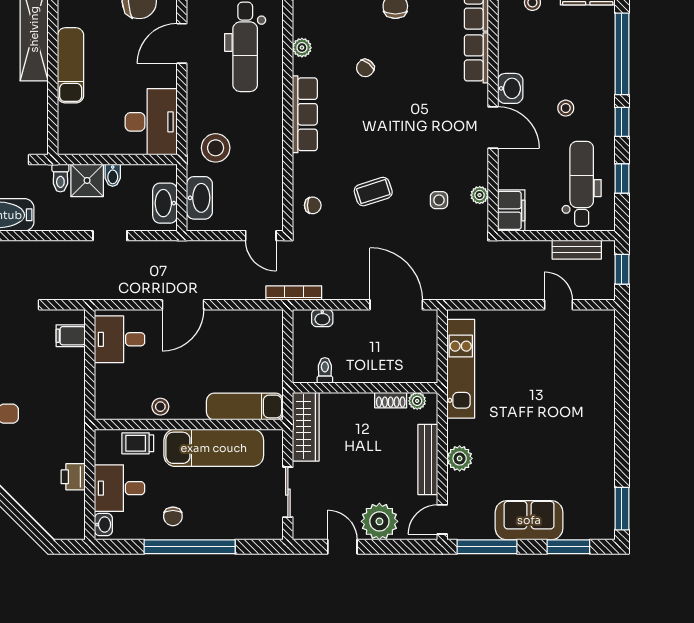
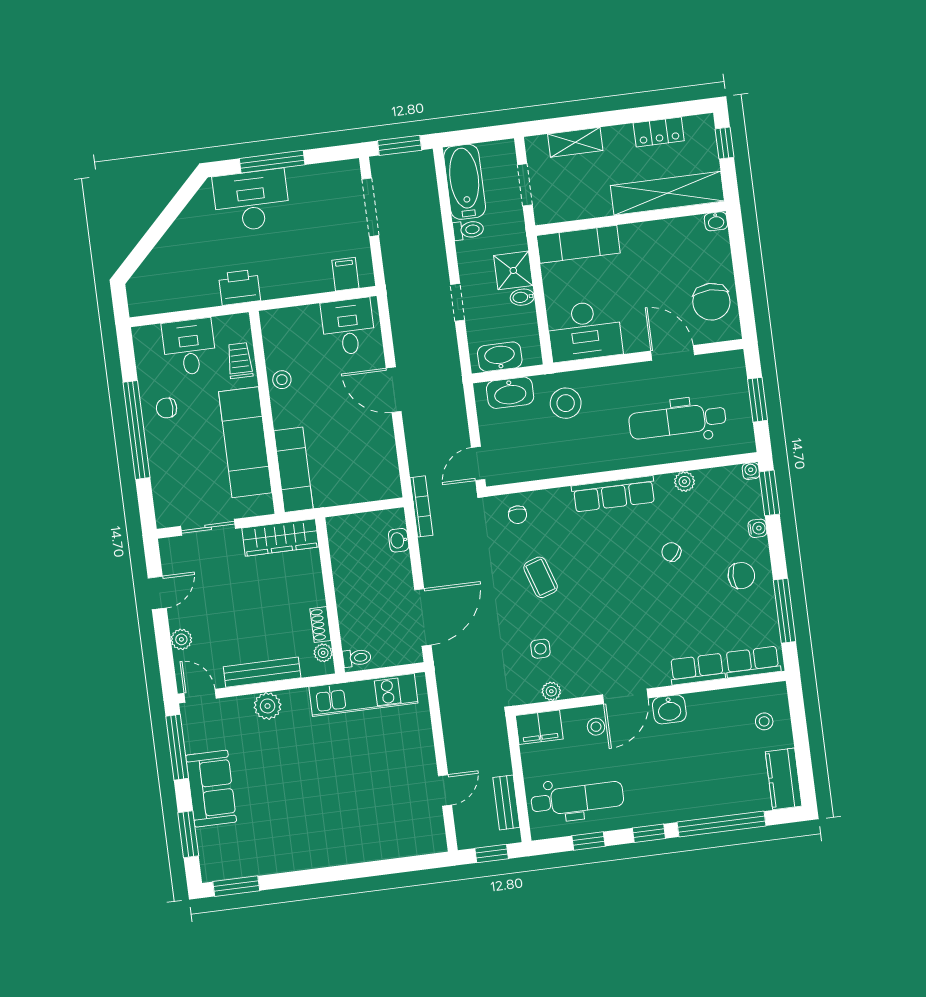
exam couch: (71, 65) -> (578, 244), moved
stool: (566, 108) -> (596, 727), moved
toilet: (60, 178) -> (468, 230), moved, turned 180
toilet: (325, 370) -> (357, 658), moved
printer: (73, 477) -> (239, 287), moved, width x1.36, depth x1.24
plant: (379, 521) -> (181, 639), width x0.53, depth x0.53
washbasin: (103, 525) -> (148, 335), removed

